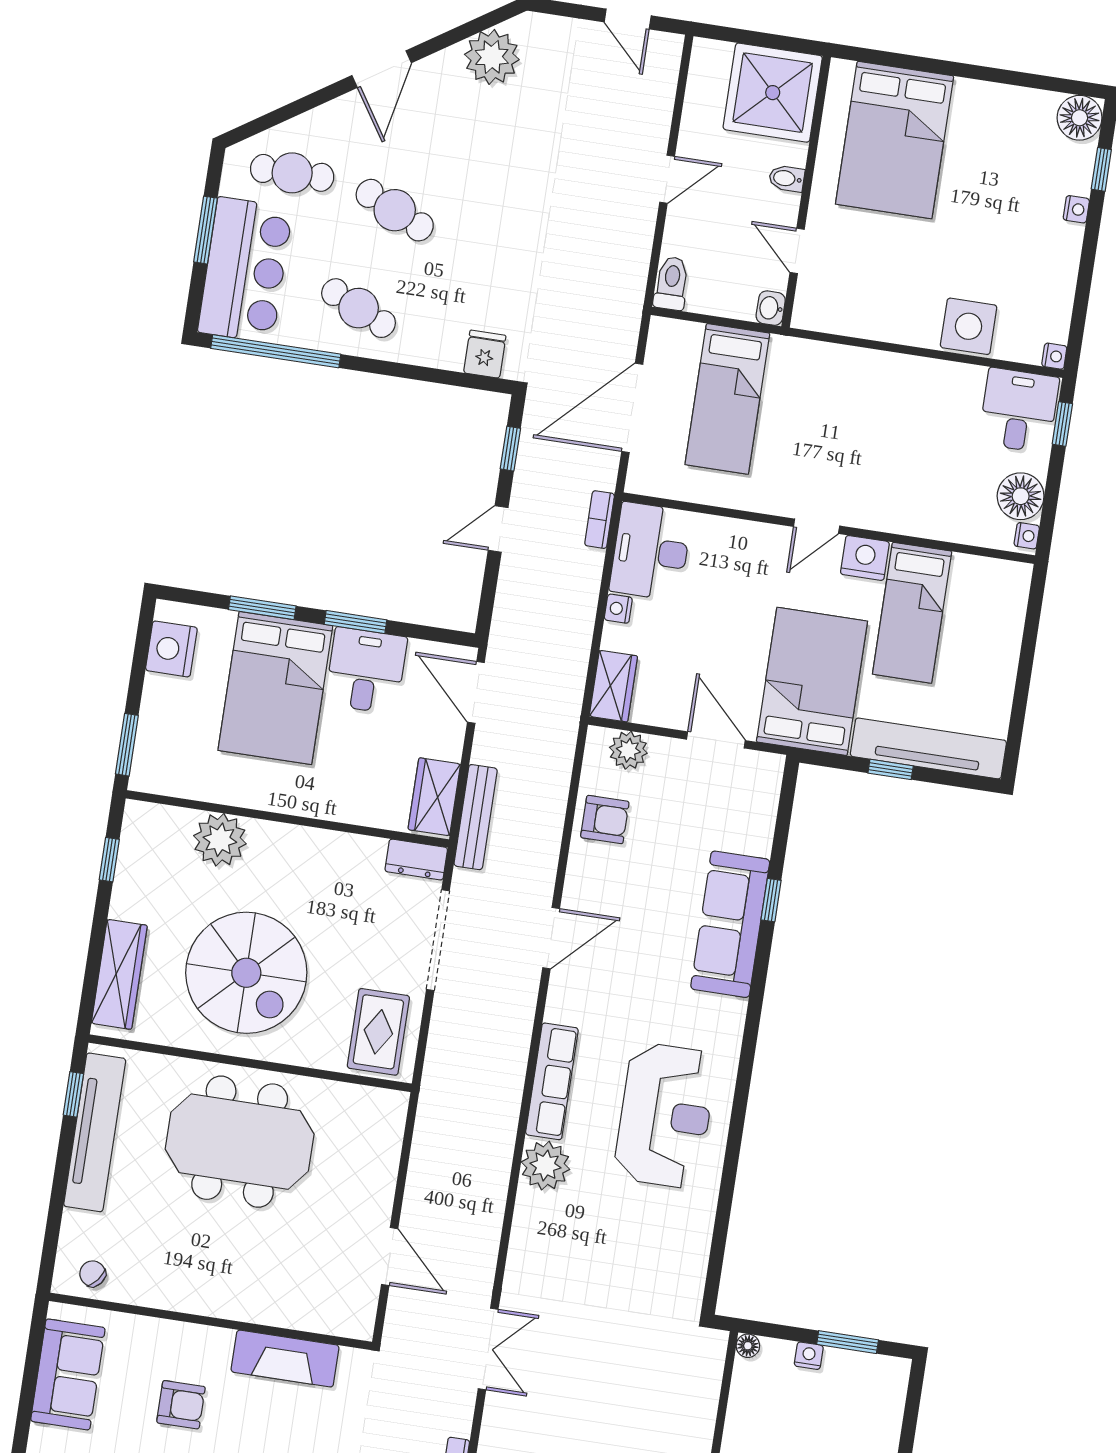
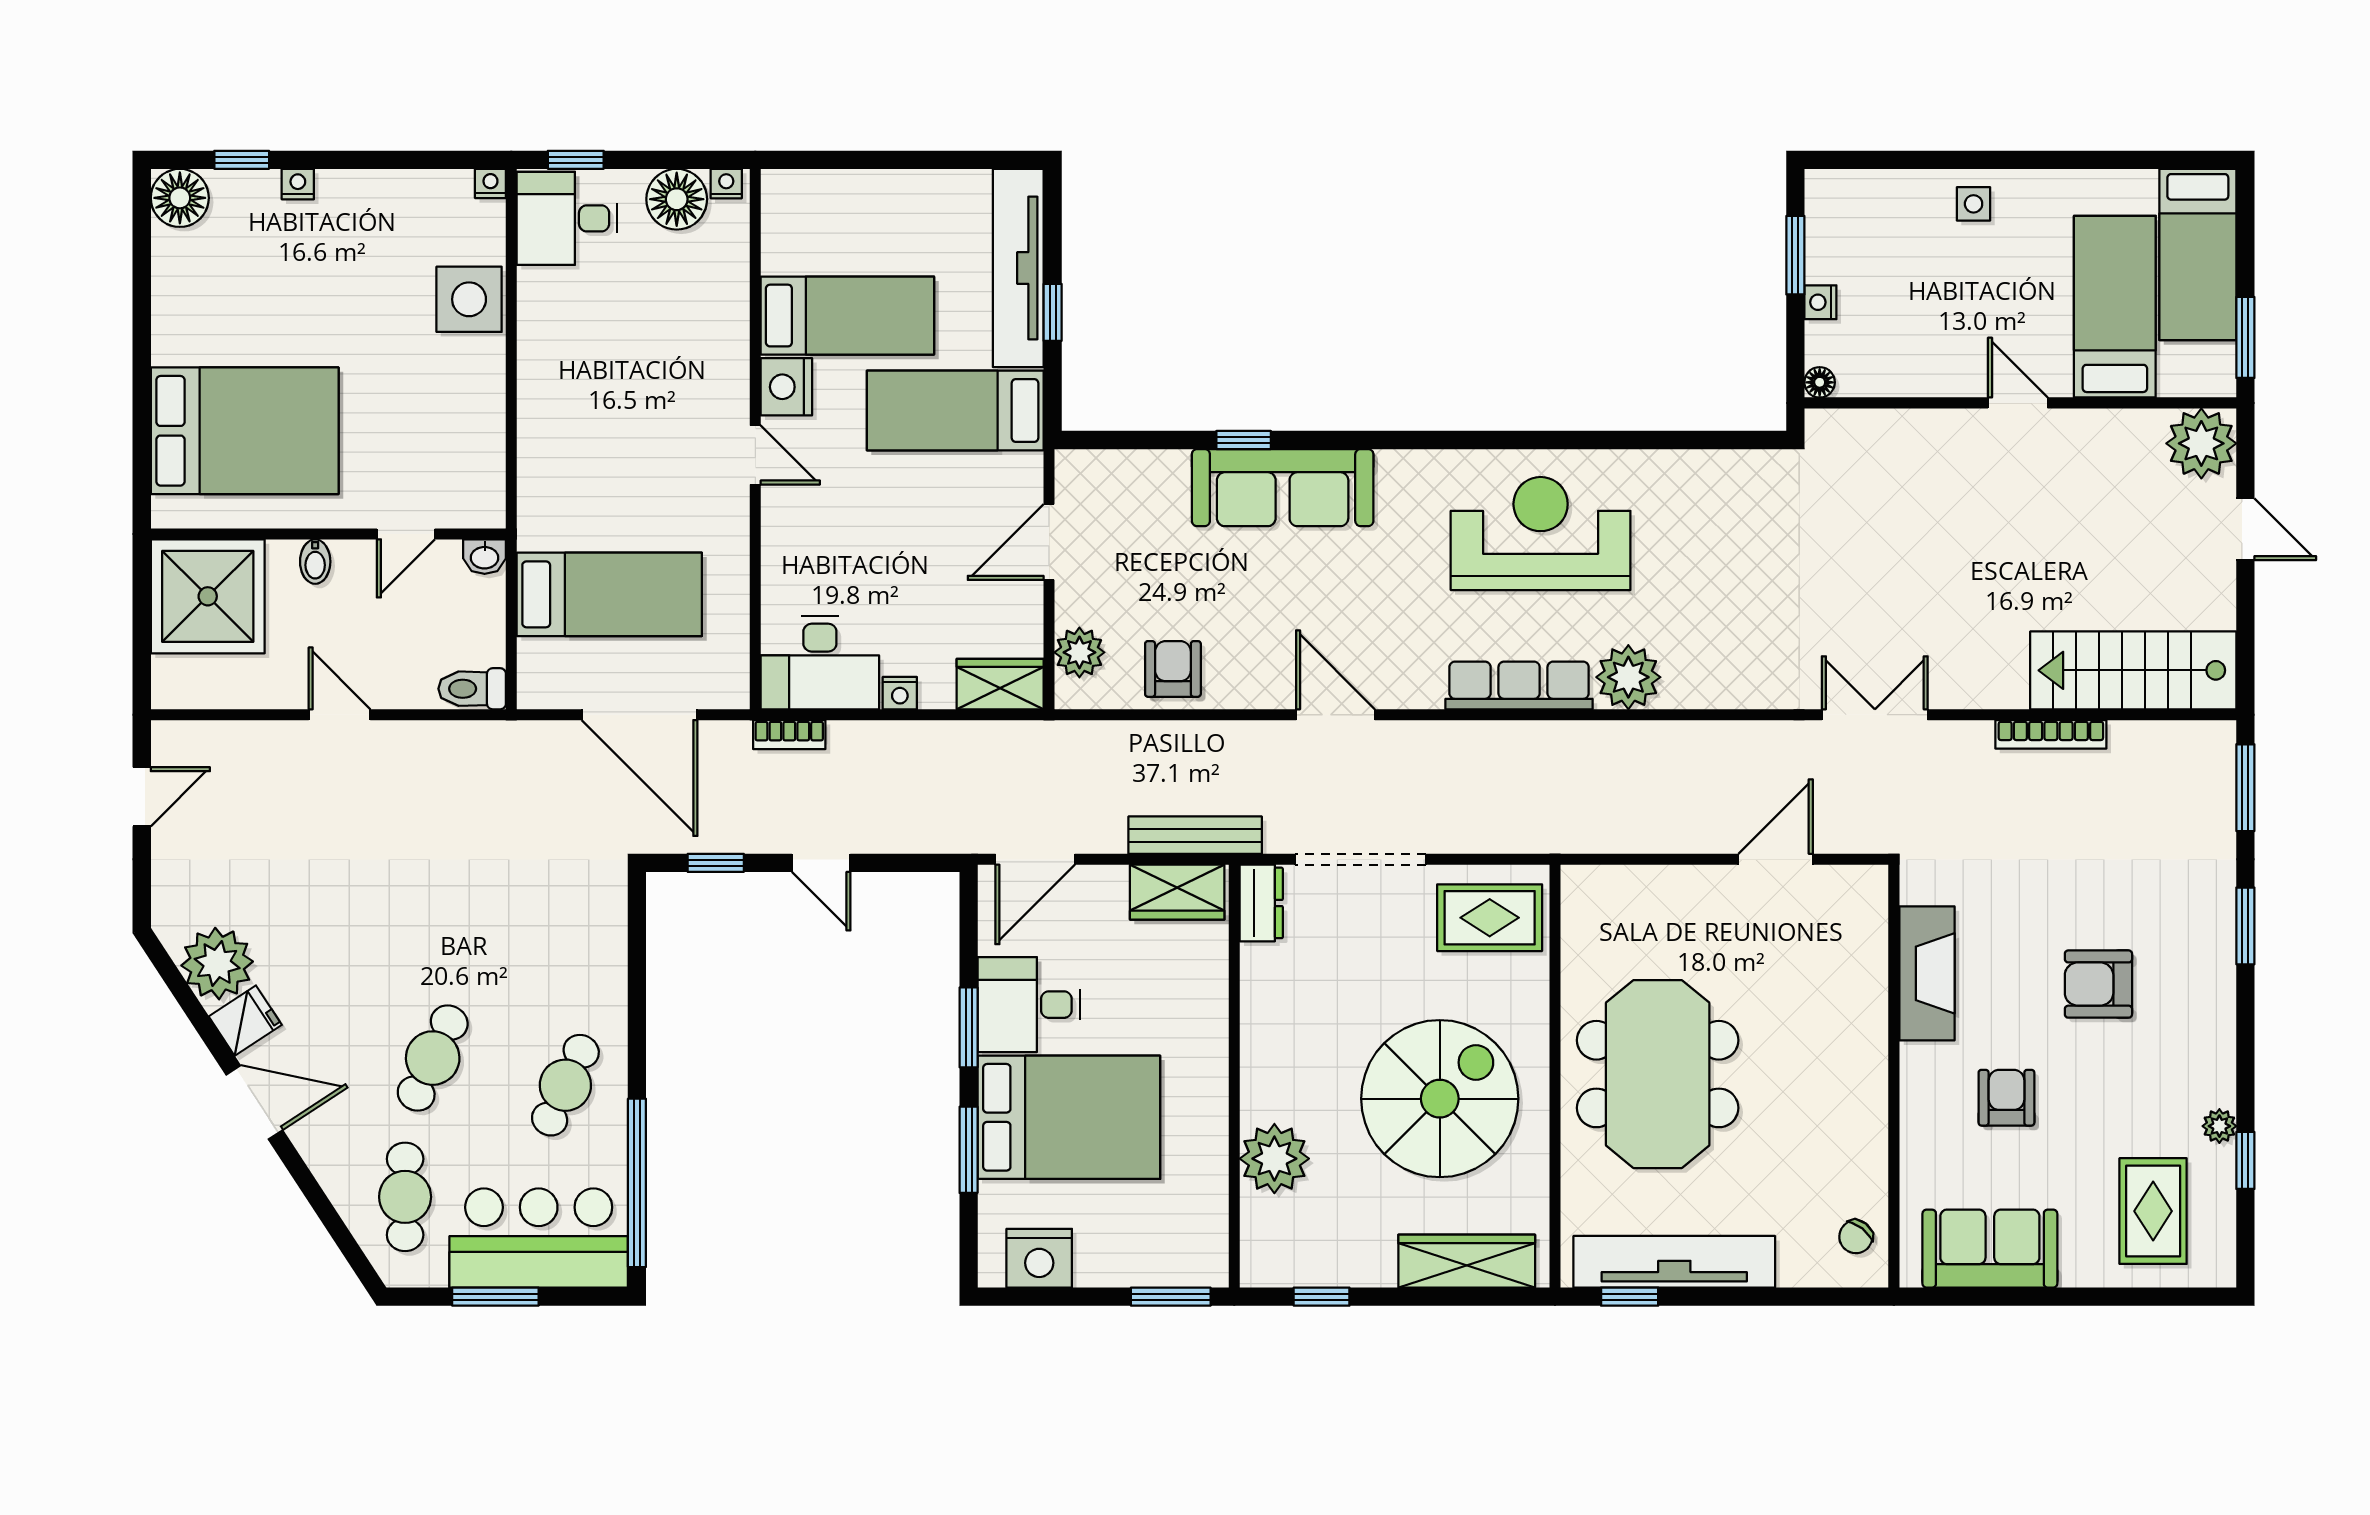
fridge: (485, 354) -> (245, 1021), moved, turned 147
bed: (812, 681) -> (955, 410), width x0.67

